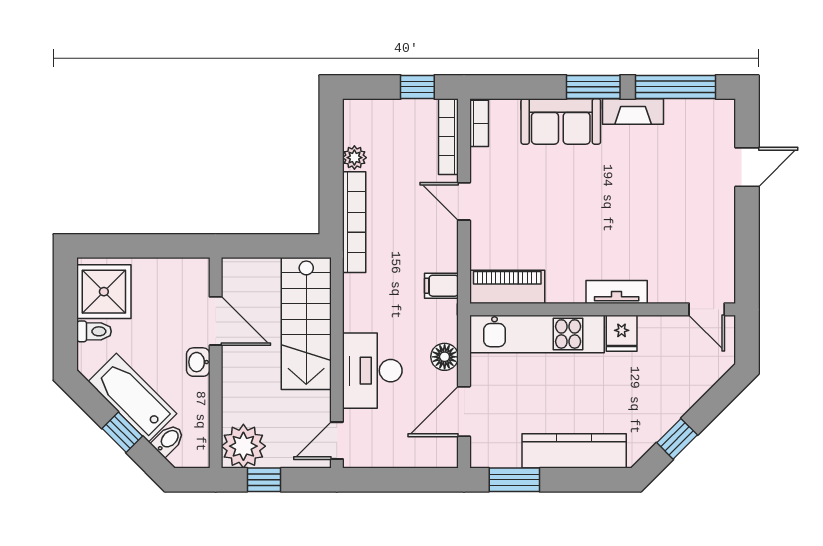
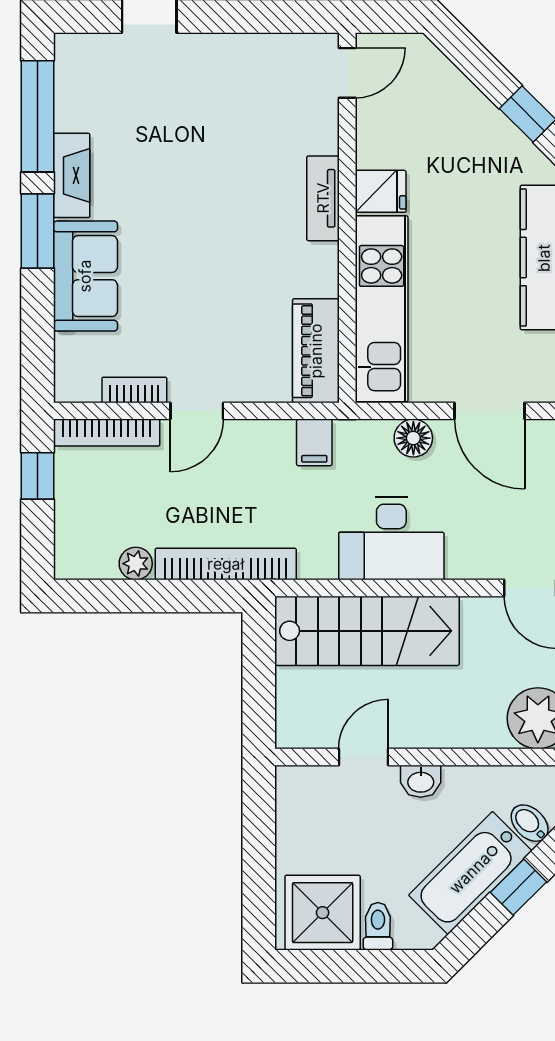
bookcase: (479, 123) -> (134, 390), moved
door: (216, 321) -> (363, 757), width x0.73
desk: (372, 371) -> (391, 539), moved

